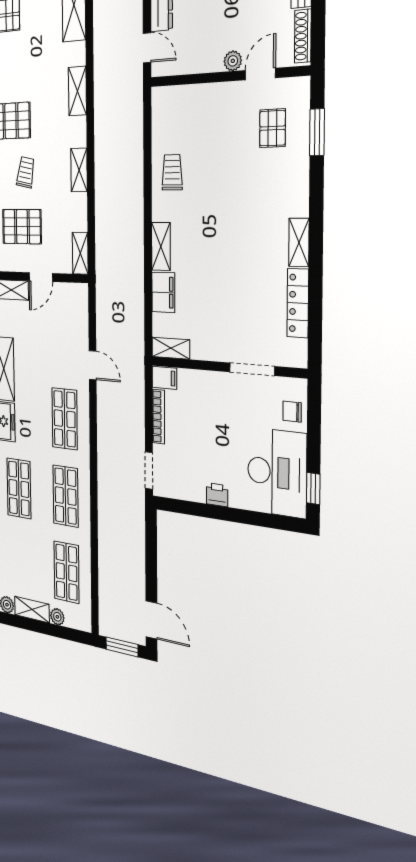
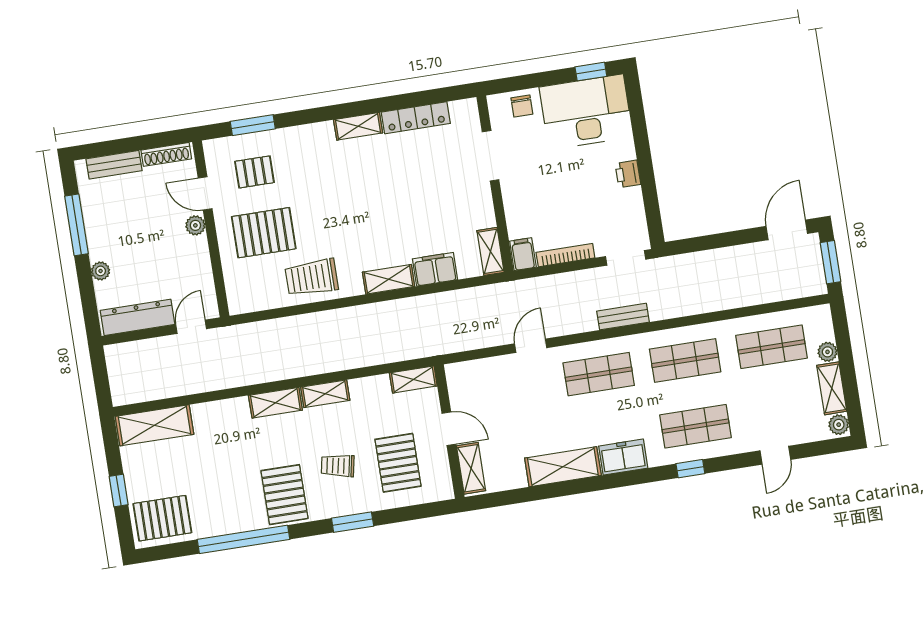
shelving: (77, 91) -> (275, 403), moved
pallet: (217, 130) -> (264, 233), added
trolley: (172, 172) -> (312, 277), width x1.36, depth x1.39
bench: (104, 453) -> (623, 317), added

